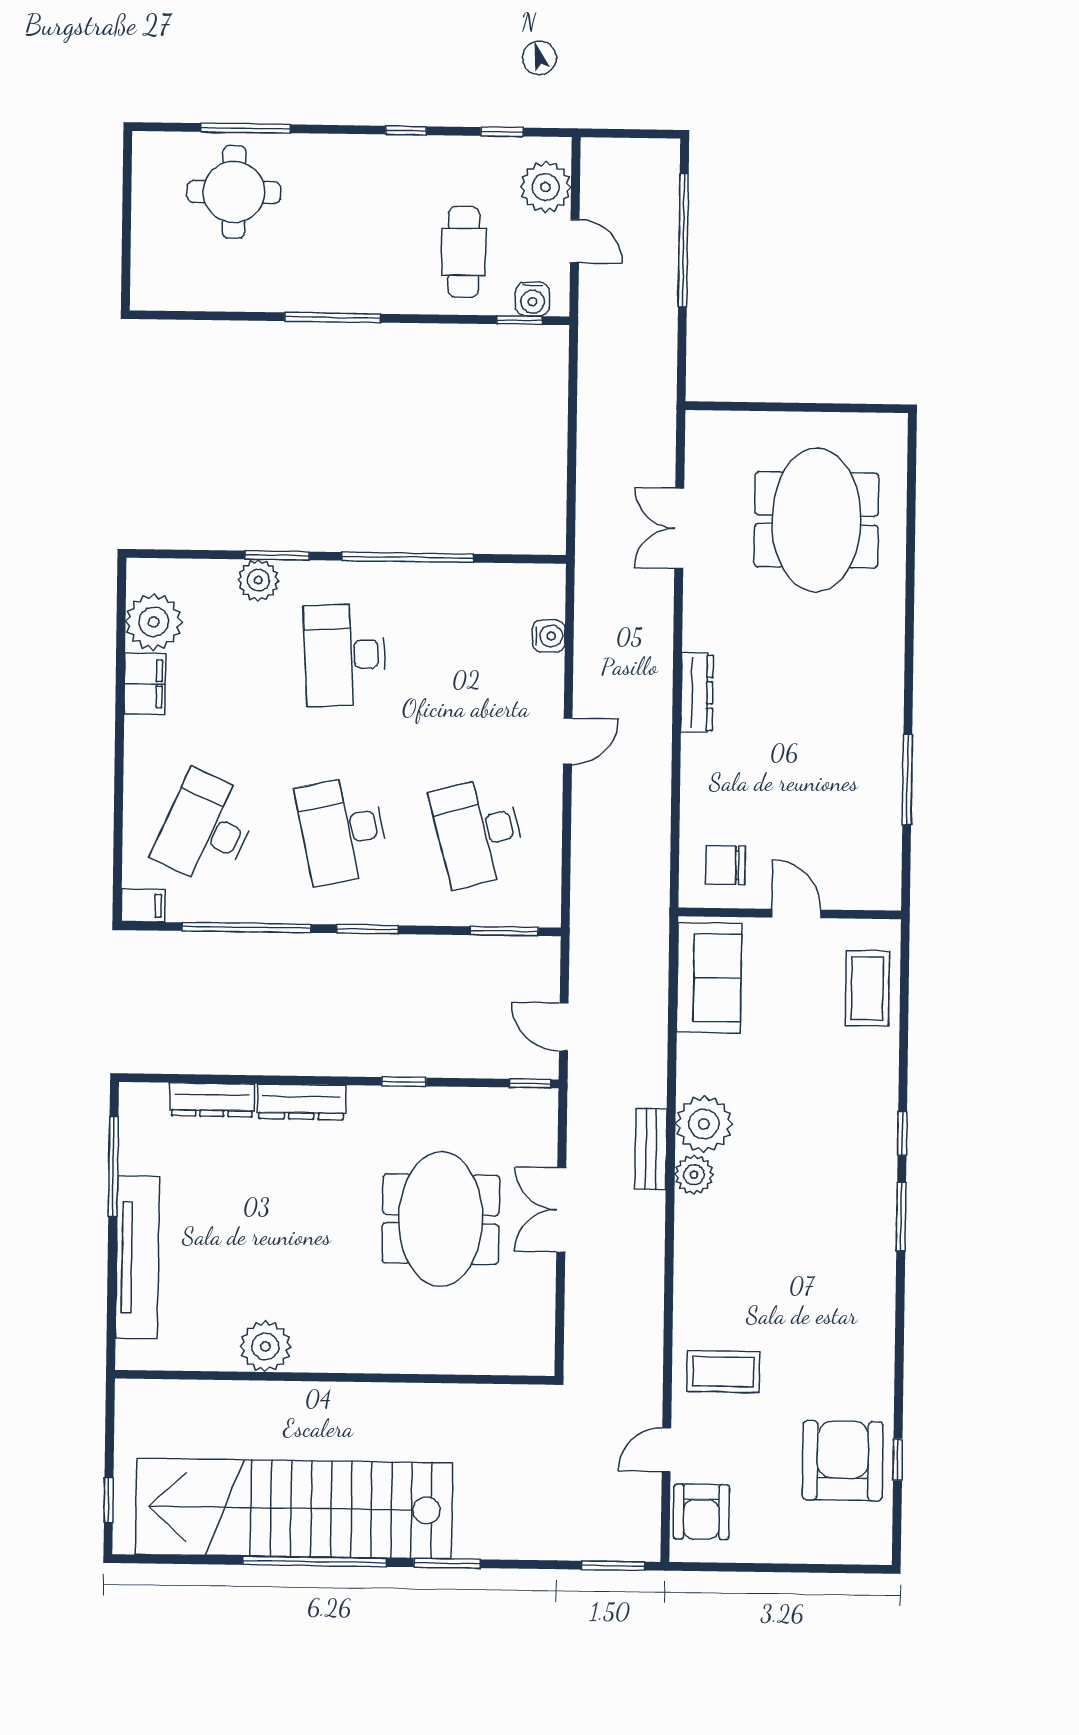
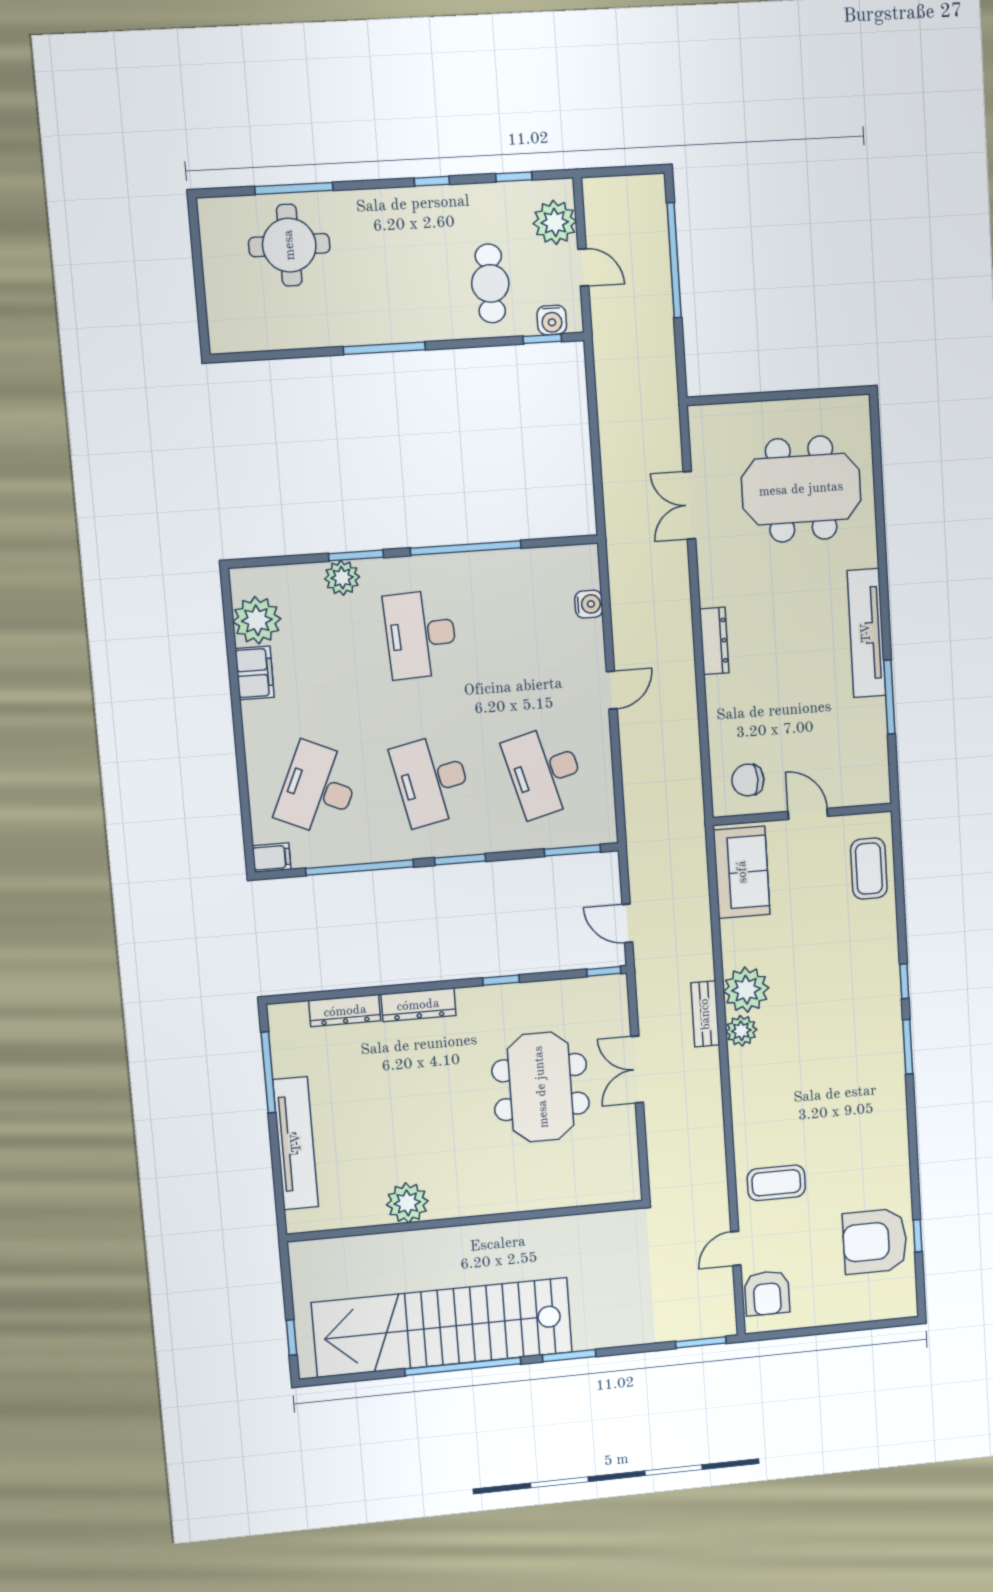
meeting table: (816, 520) -> (801, 489), turned 90
tv unit: (884, 699) -> (866, 633), added
armchair: (843, 1461) -> (875, 1241), turned -90

